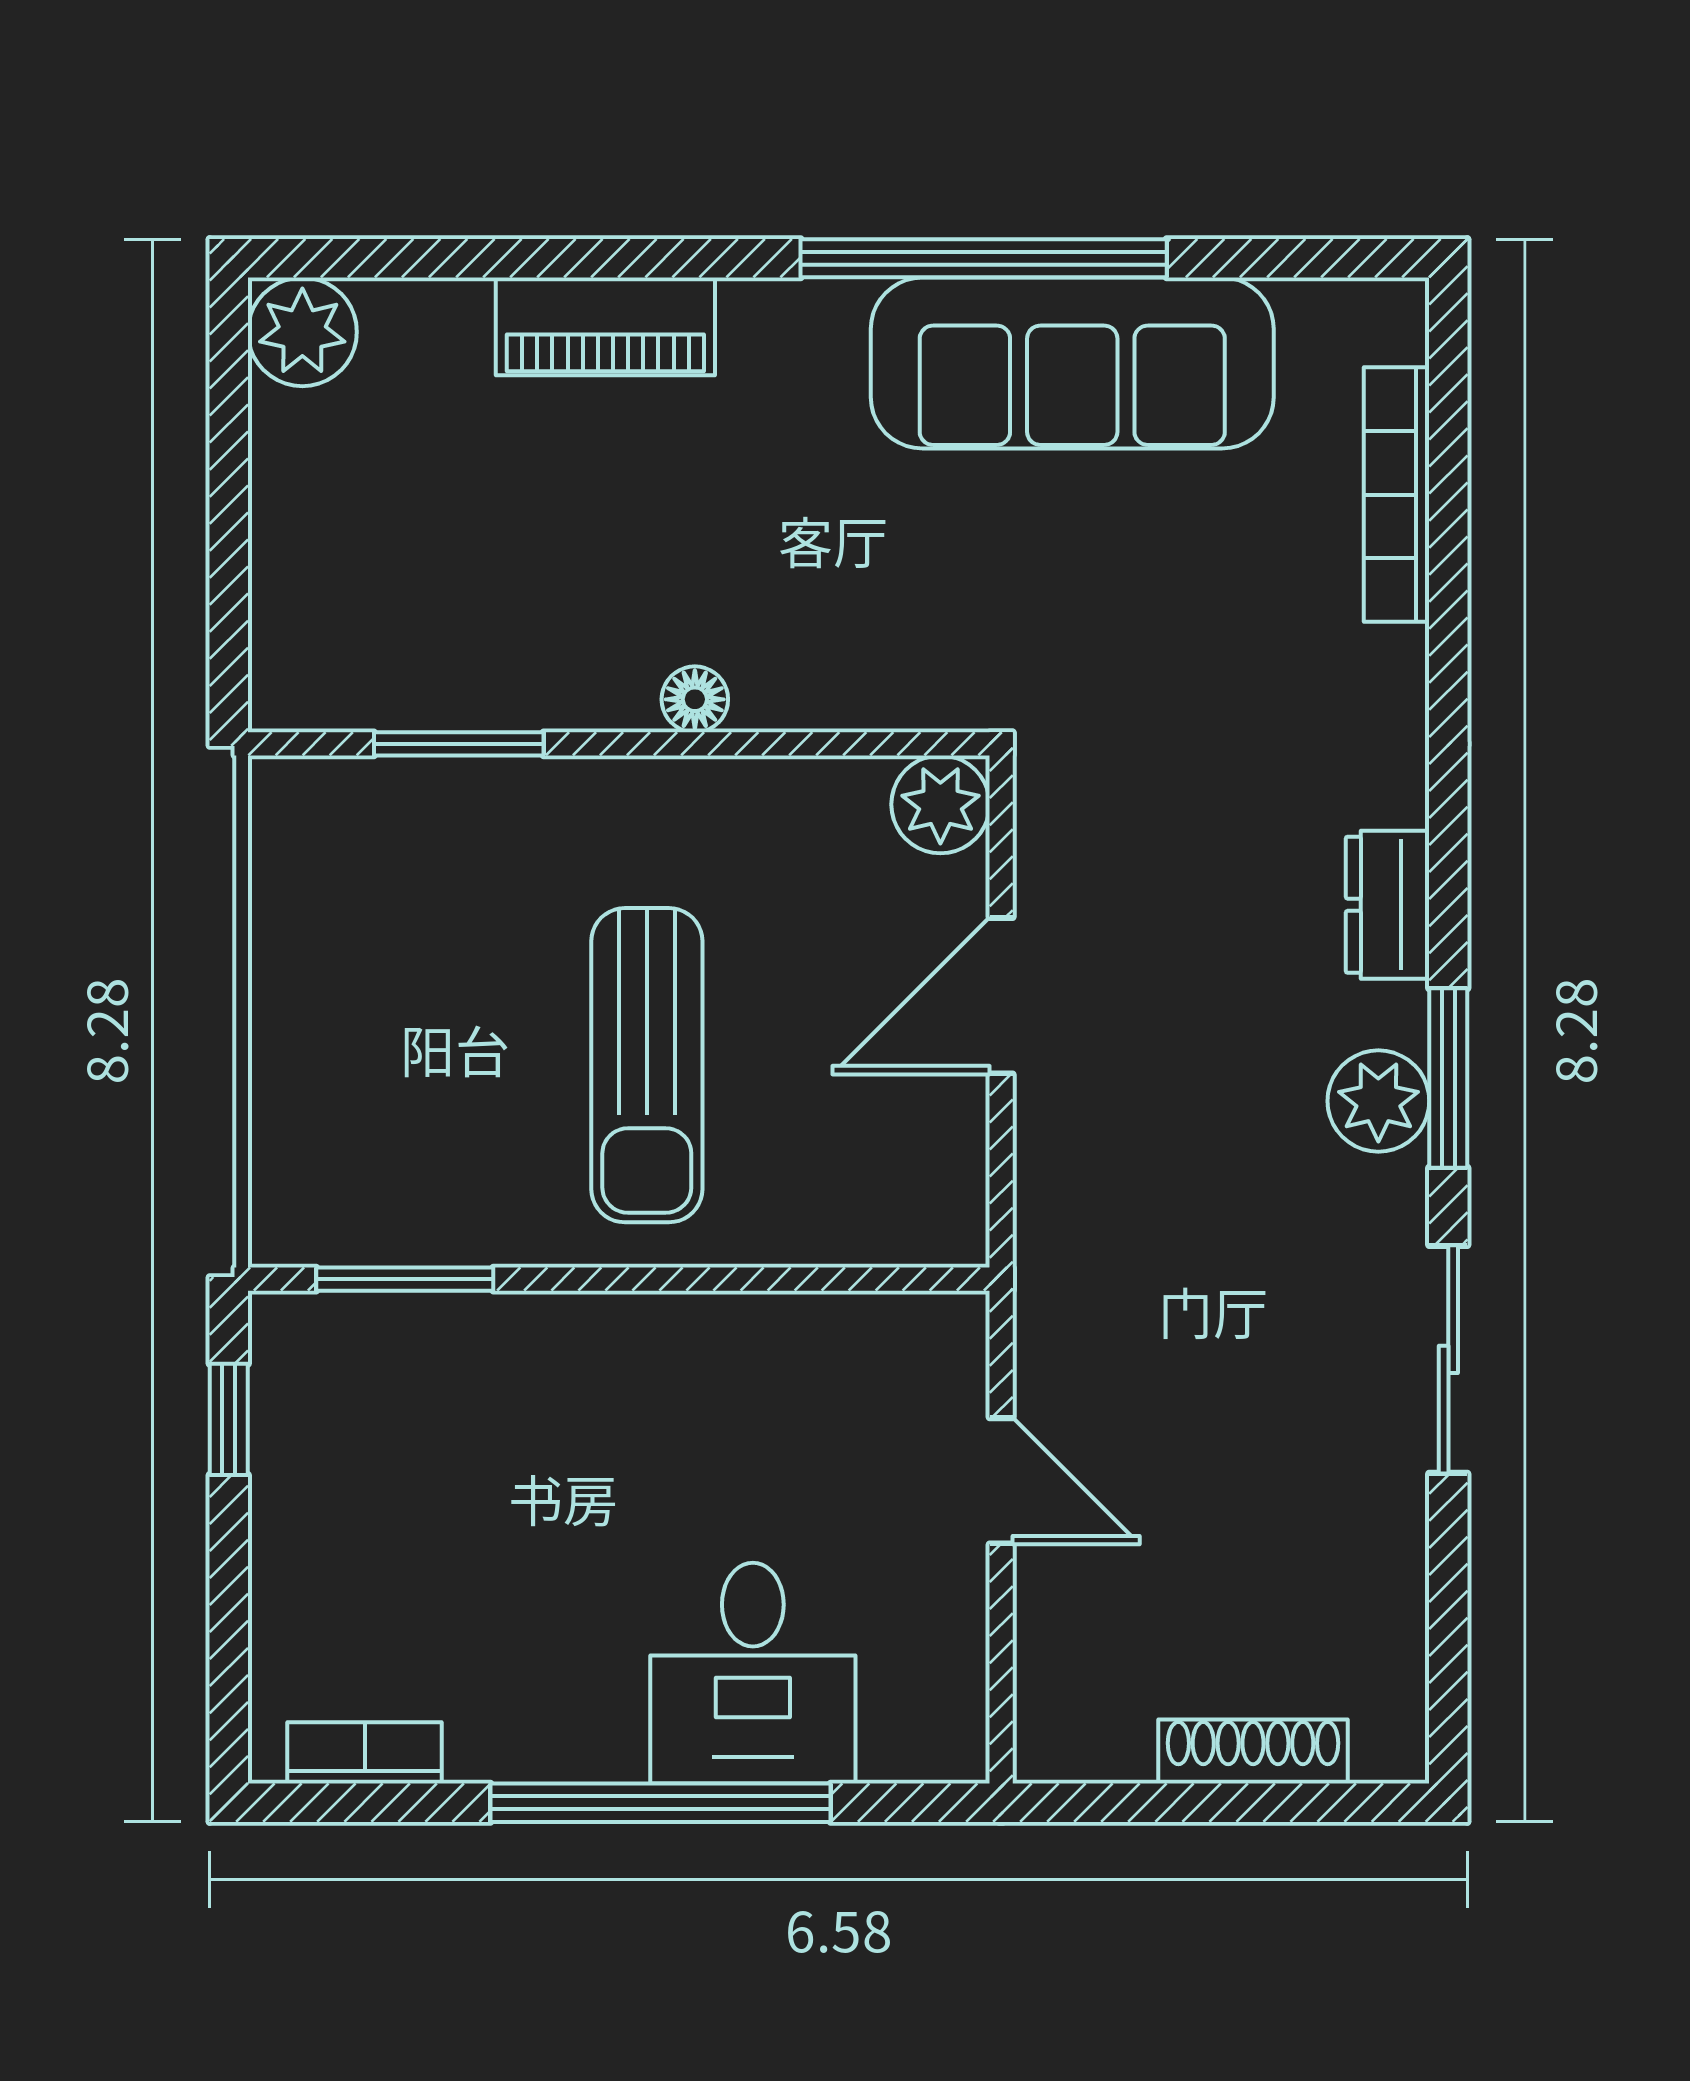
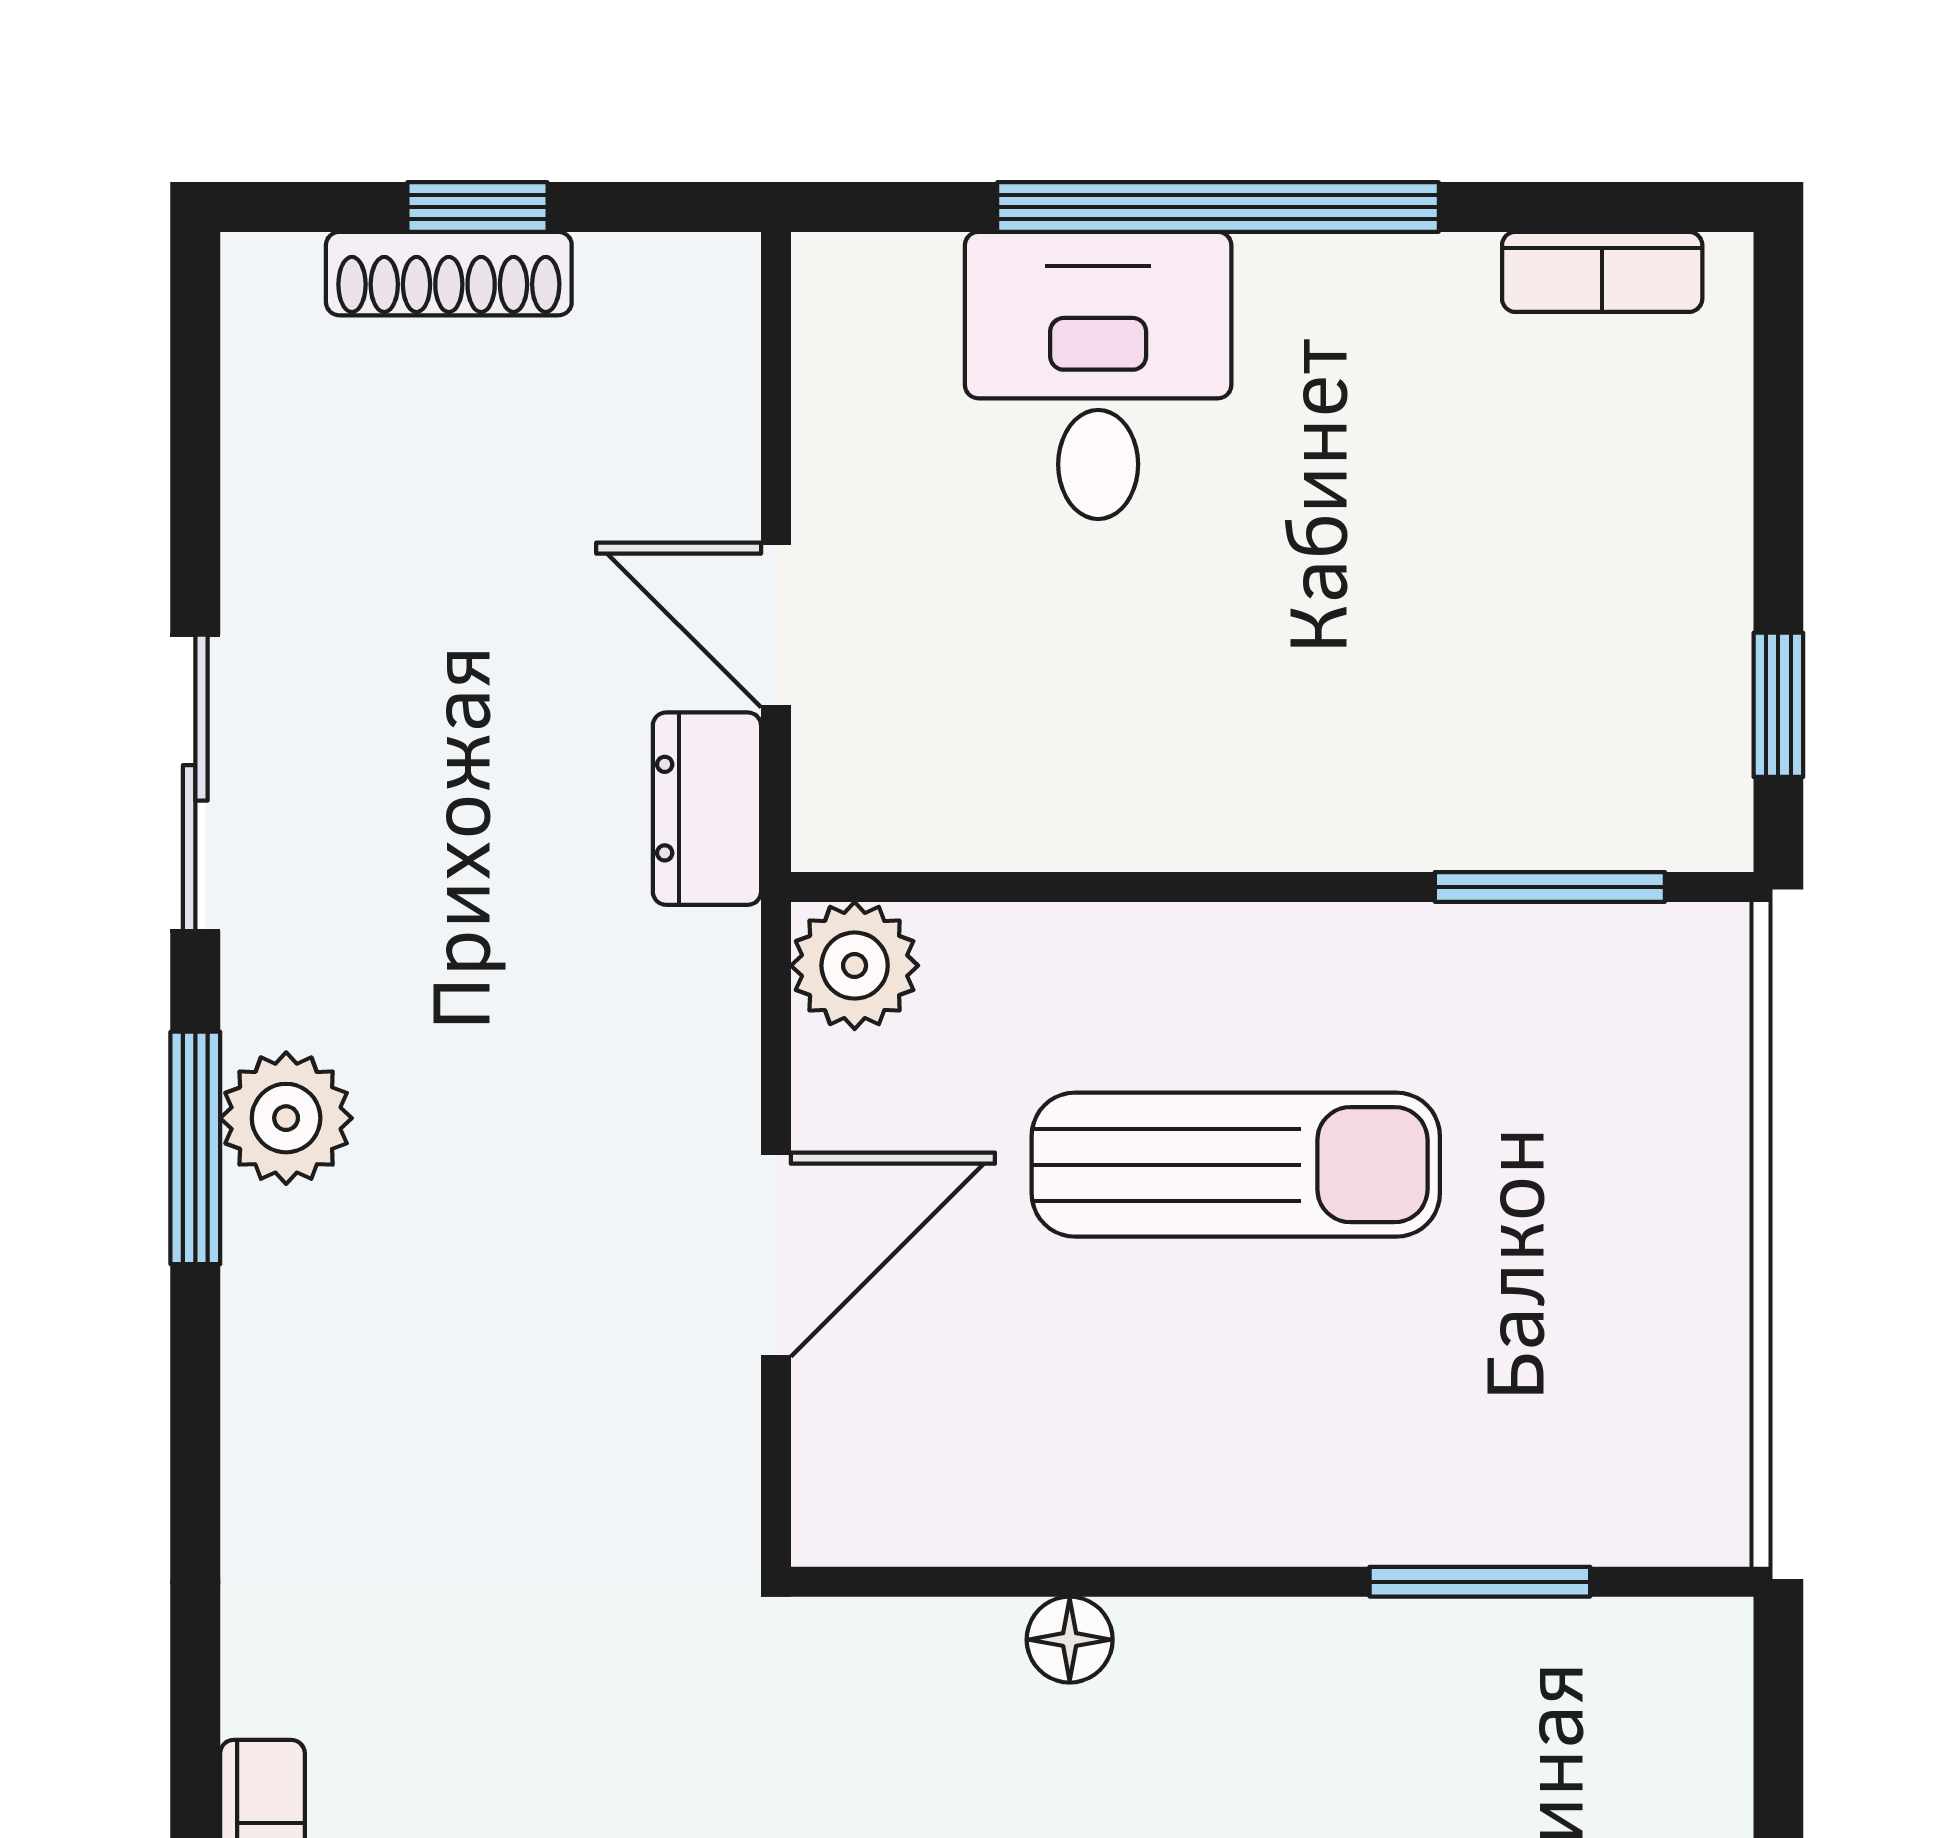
floor lamp: (695, 699) -> (1070, 1640), moved
plant: (940, 804) -> (855, 966), moved
dresser: (1388, 905) -> (707, 809), moved, turned 180
sun lounger: (647, 1065) -> (1236, 1165), turned 90
window: (1231, 1803) -> (477, 207), added

